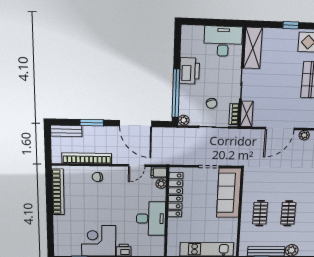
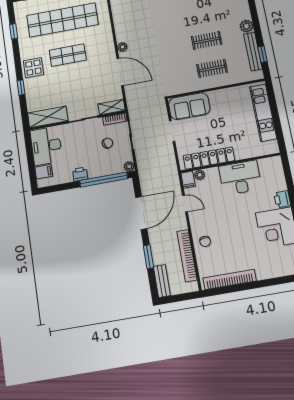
filing cabinet: (197, 34) -> (44, 172), added
printer: (189, 71) -> (80, 174), width x0.53, depth x0.68
sofa: (229, 193) -> (189, 106), width x0.73

